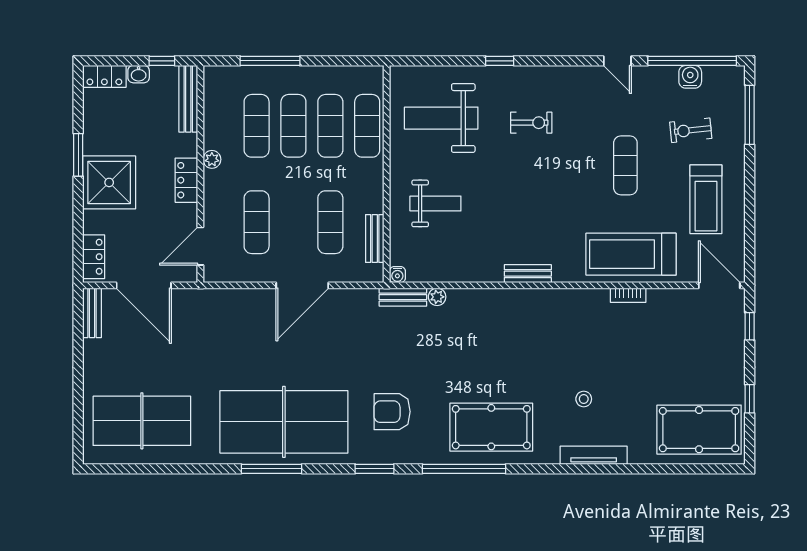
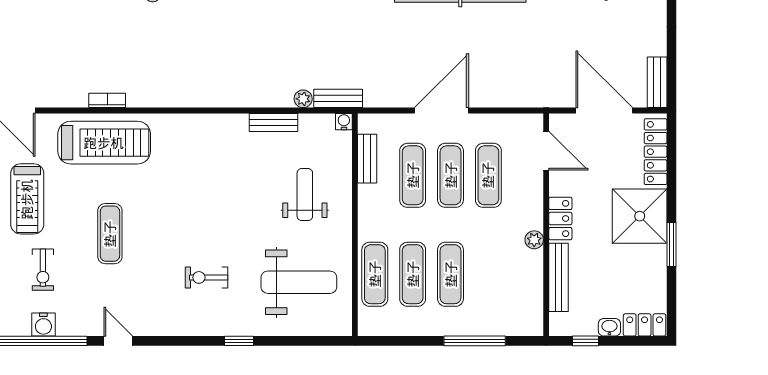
bench: (188, 99) -> (558, 277), moved
exercise mat: (257, 126) -> (451, 175), moved
exercise bike: (691, 130) -> (43, 270), turned 96
treadmill: (706, 199) -> (27, 199), turned 180
weight bench: (435, 203) -> (305, 195), turned 90
door: (200, 246) -> (546, 151), hinge flipped
locker: (94, 257) -> (656, 152), width x1.53
bench: (528, 274) -> (273, 123), moved

